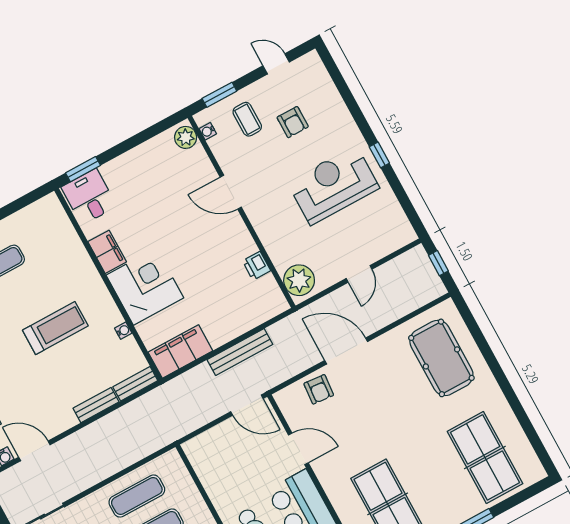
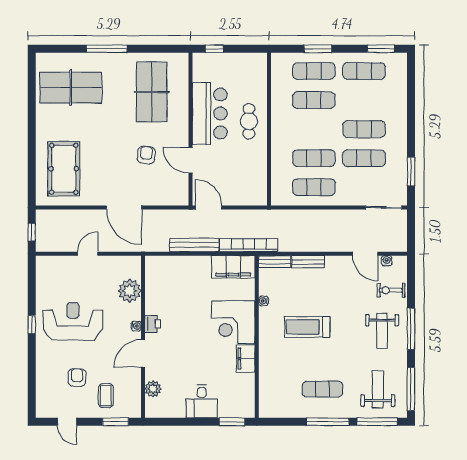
water cooler: (208, 131) -> (136, 326), moved
plant: (186, 137) -> (153, 389), moved
reception desk: (333, 185) -> (73, 321), turned 180
door: (231, 192) -> (143, 354), swing flipped
desk: (89, 197) -> (202, 401), moved
printer: (256, 266) -> (152, 324), moved
plant: (299, 280) -> (130, 291), moved
bookcase: (176, 386) -> (249, 245), added
armchair: (319, 389) -> (146, 155), moved
table tennis table: (485, 457) -> (71, 88), turned 90

